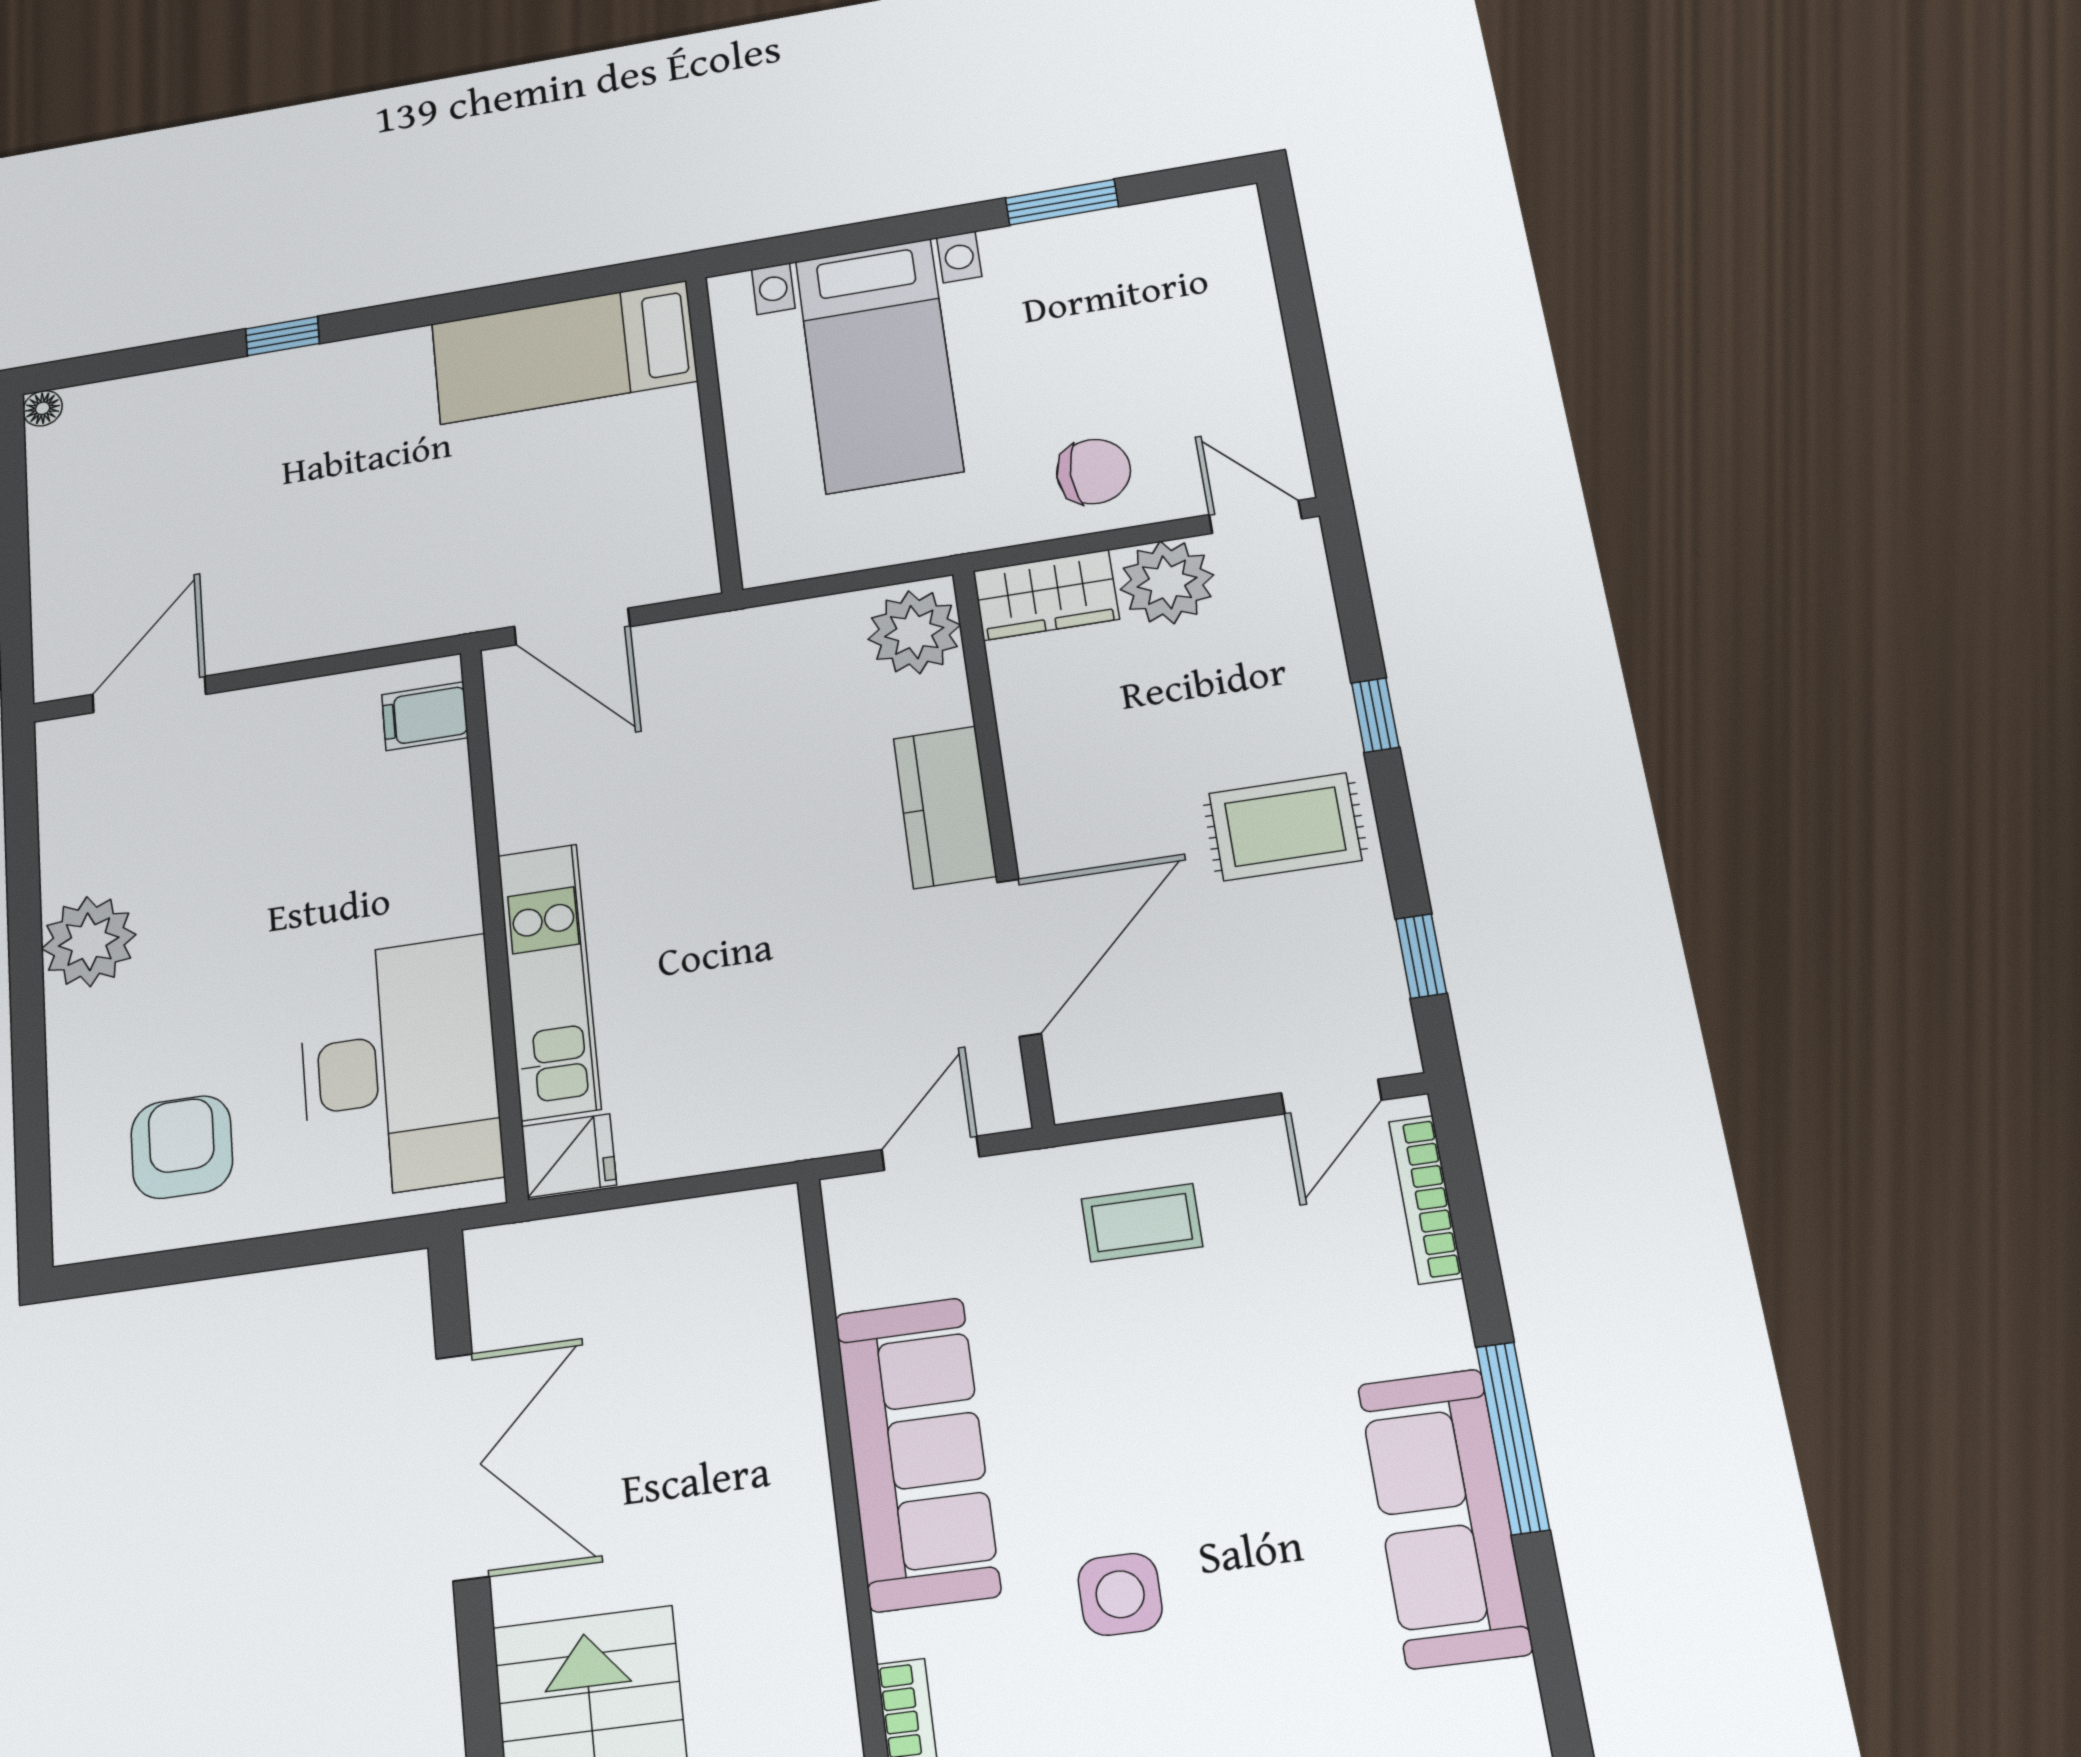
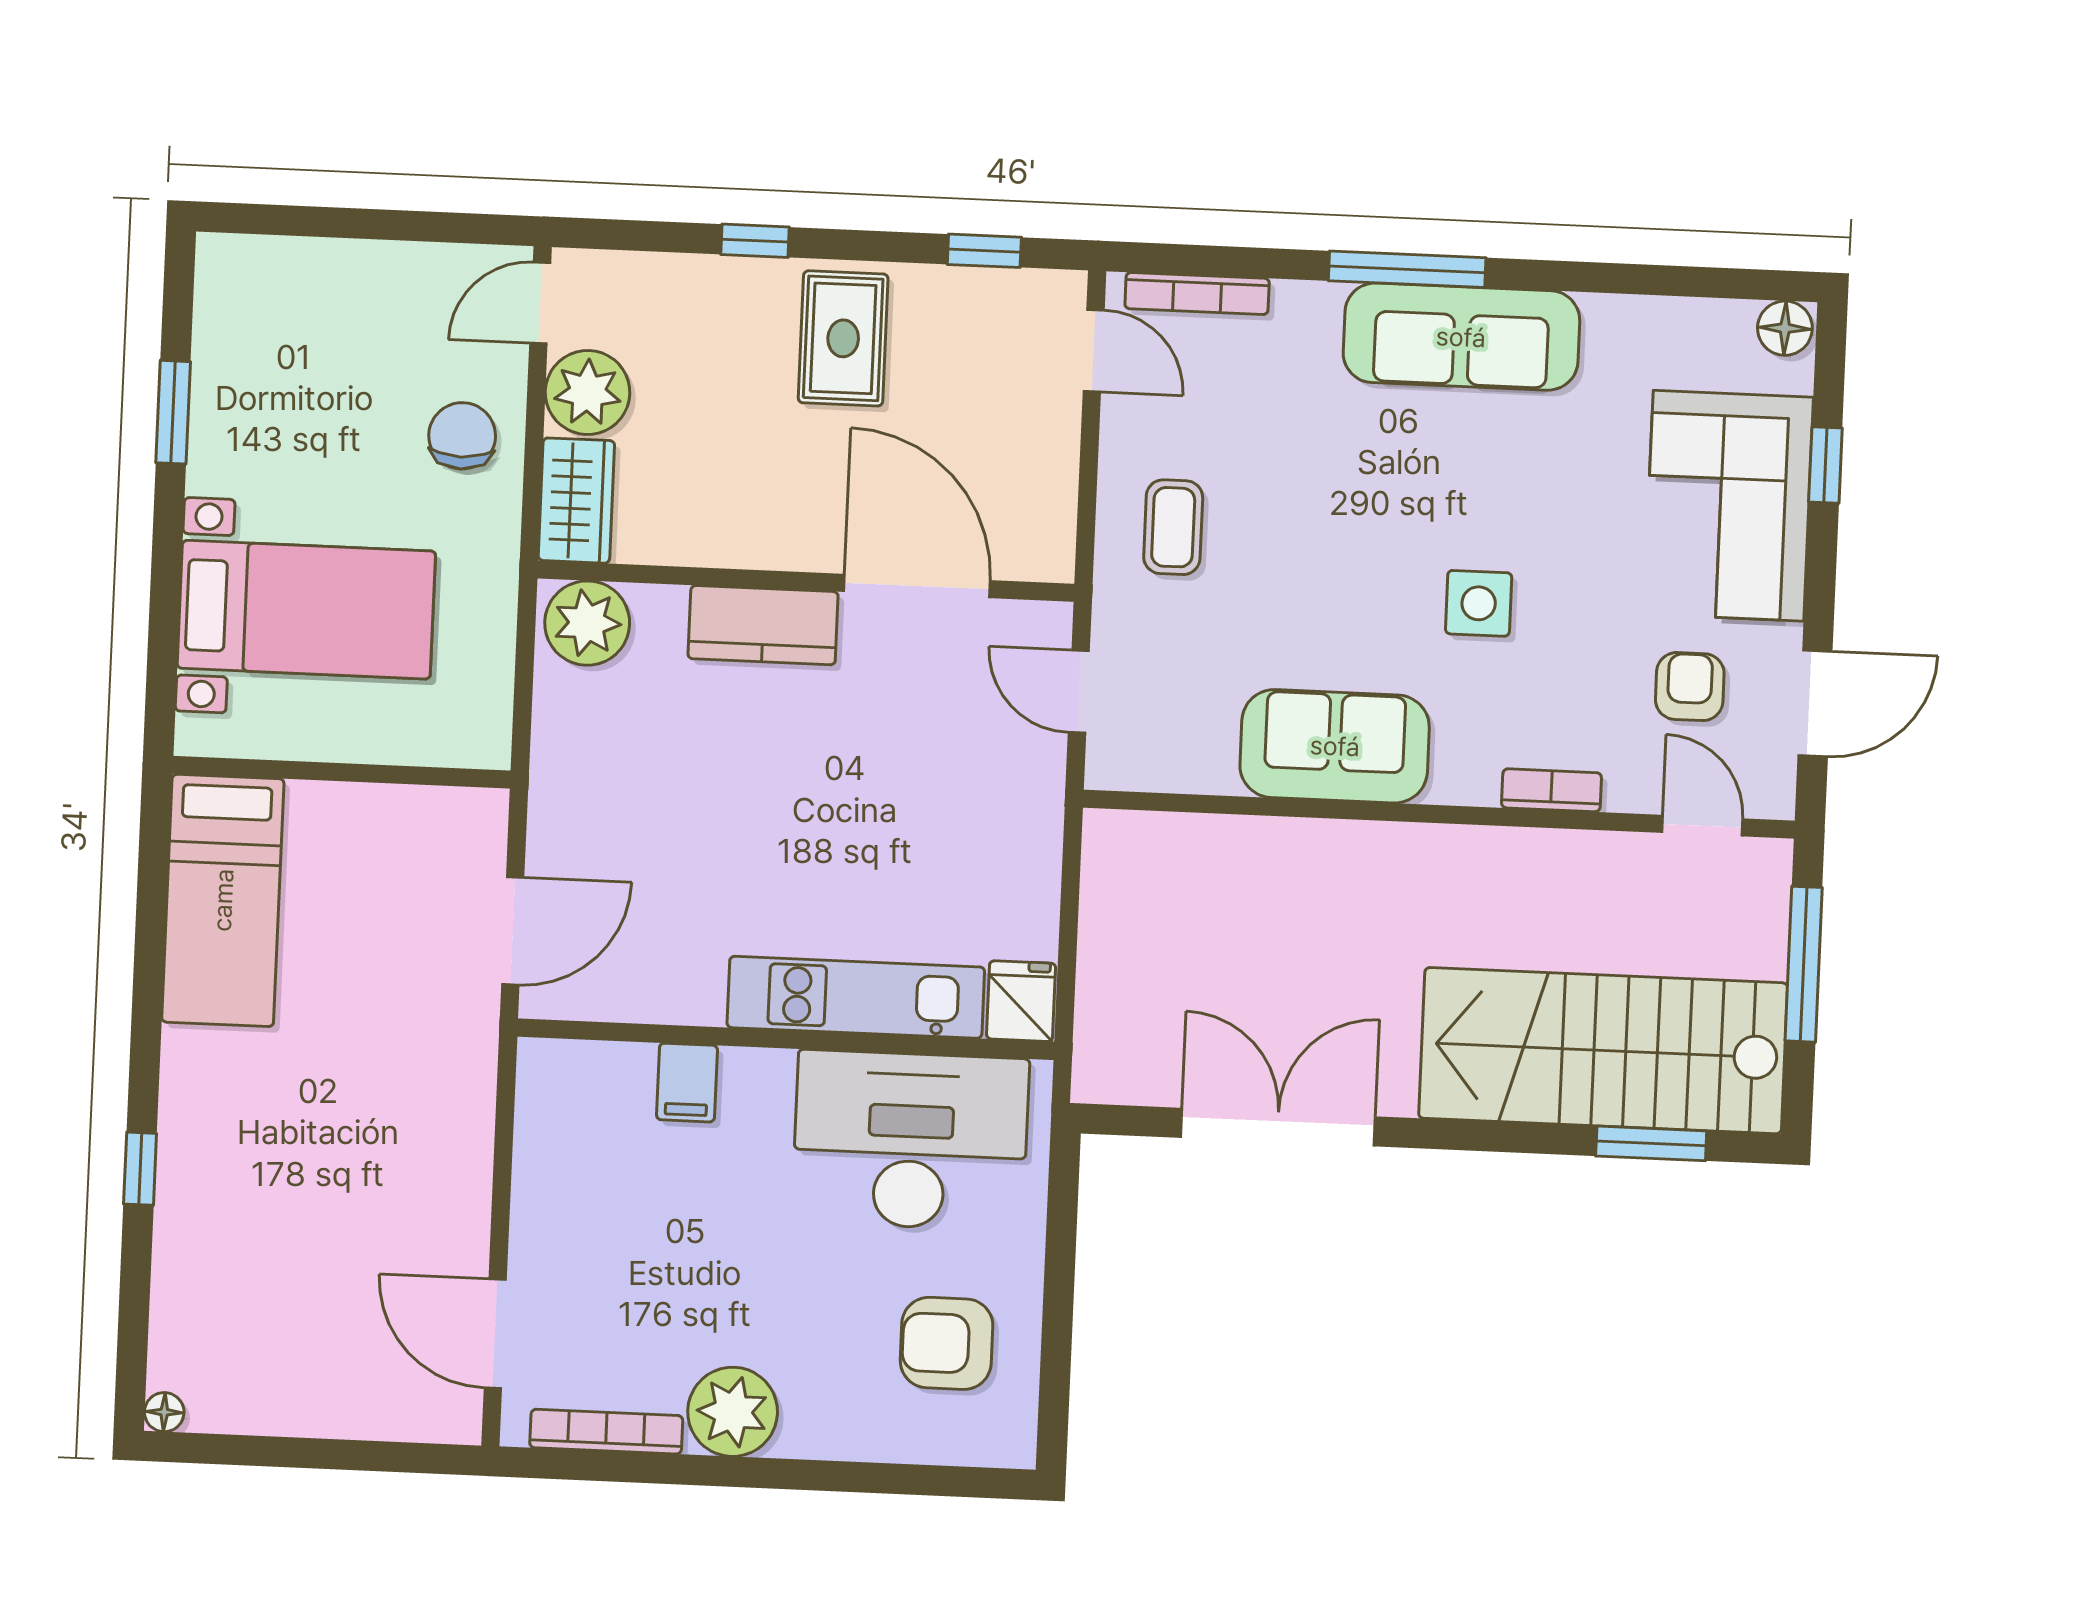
filing cabinet: (425, 716) -> (687, 1083), moved
bookcase: (57, 821) -> (606, 1432), added
sofa: (917, 1453) -> (1335, 746), width x0.73

